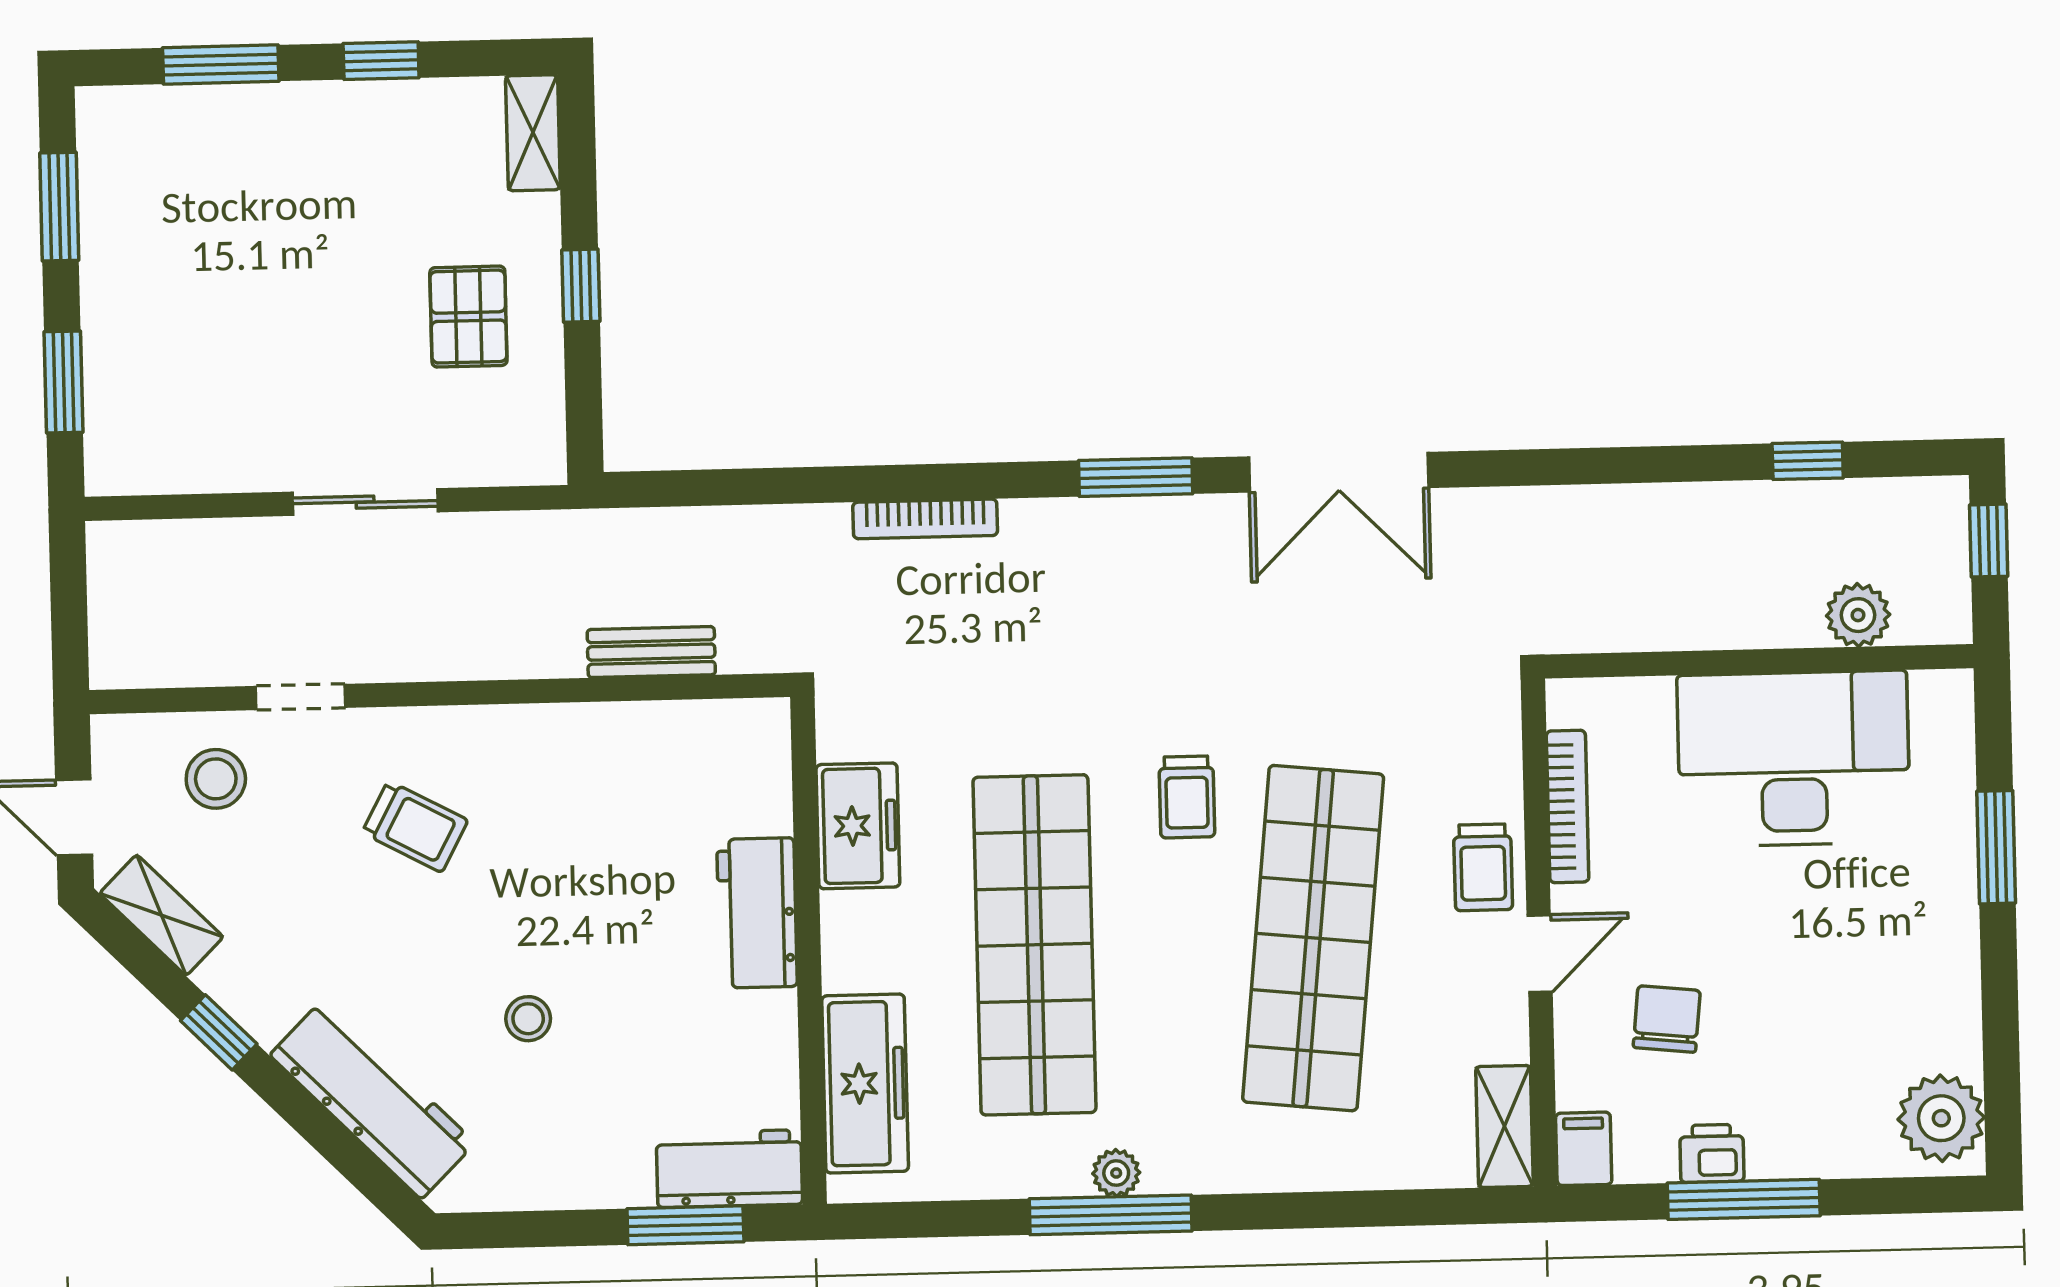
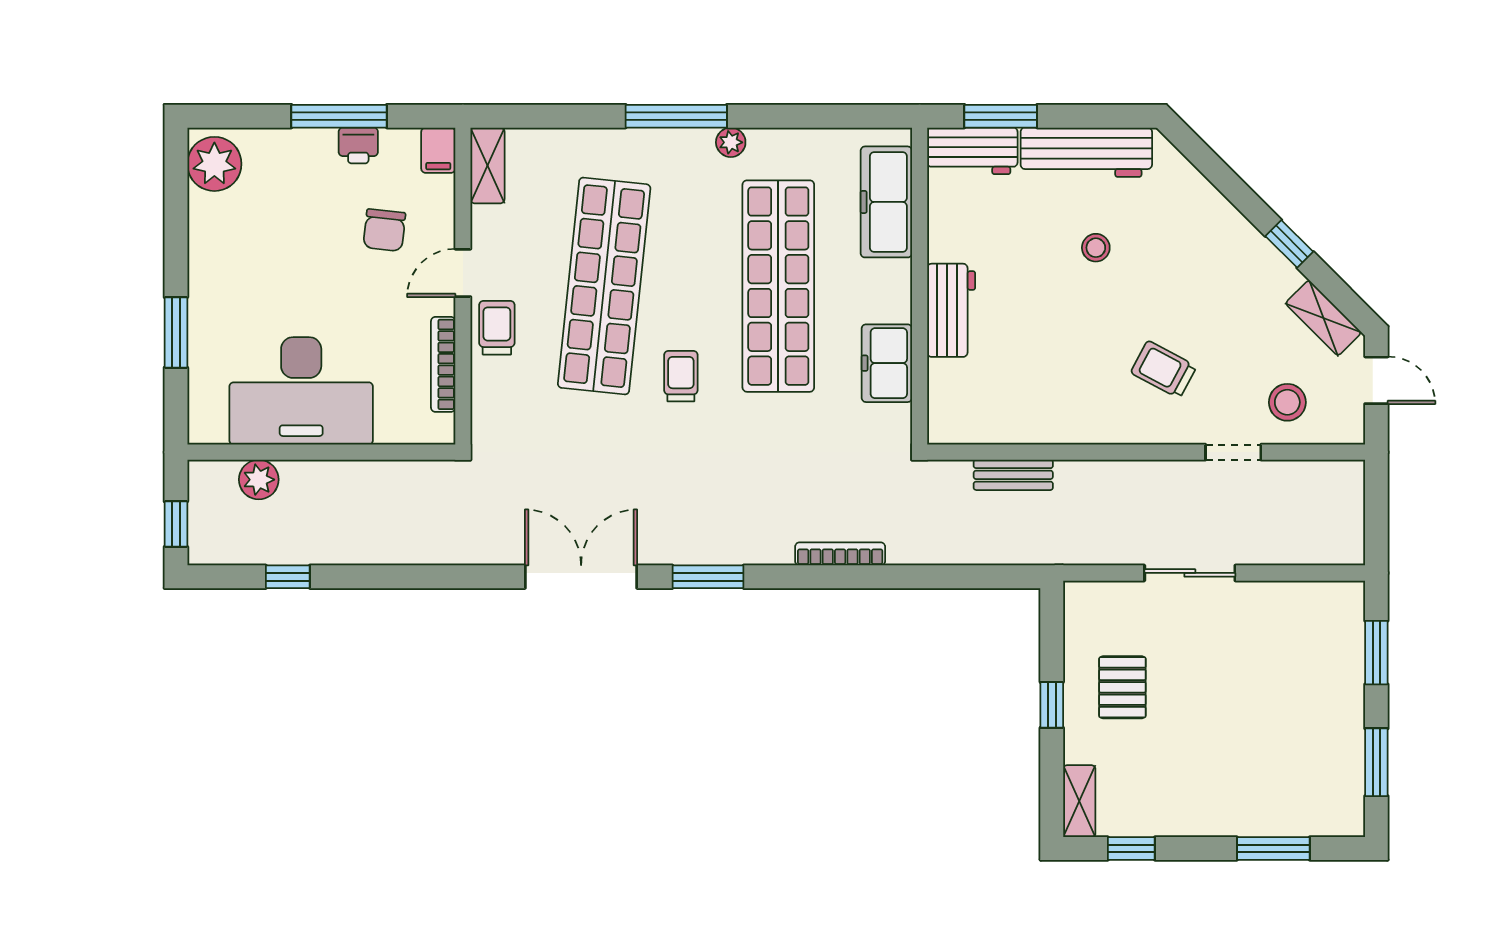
window: (381, 61) -> (1131, 849), moved
workbench: (372, 1099) -> (1086, 152), moved, turned -45
window: (1111, 1215) -> (676, 116), moved

